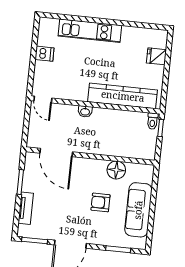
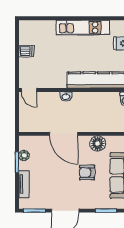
kitchen unit: (90, 31) -> (83, 28), moved
door: (56, 152) -> (64, 134), moved
plant: (29, 175) -> (24, 156), added

